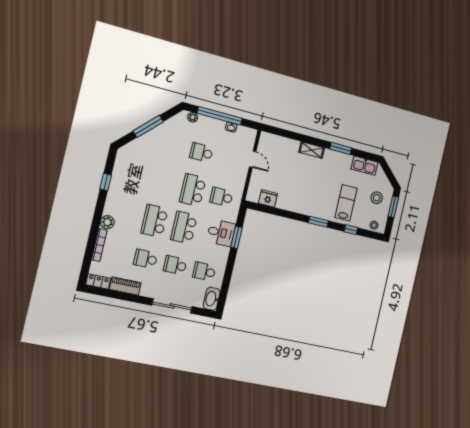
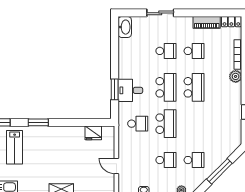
school desk: (204, 271) -> (194, 160), moved
sliding door: (172, 306) -> (160, 13), width x0.73

